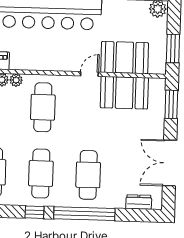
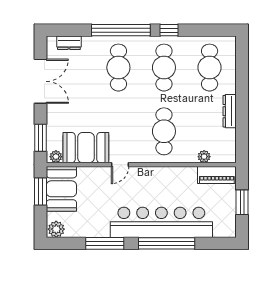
booth: (125, 58) -> (61, 189), moved, turned 90
plant: (16, 80) -> (56, 157), moved

